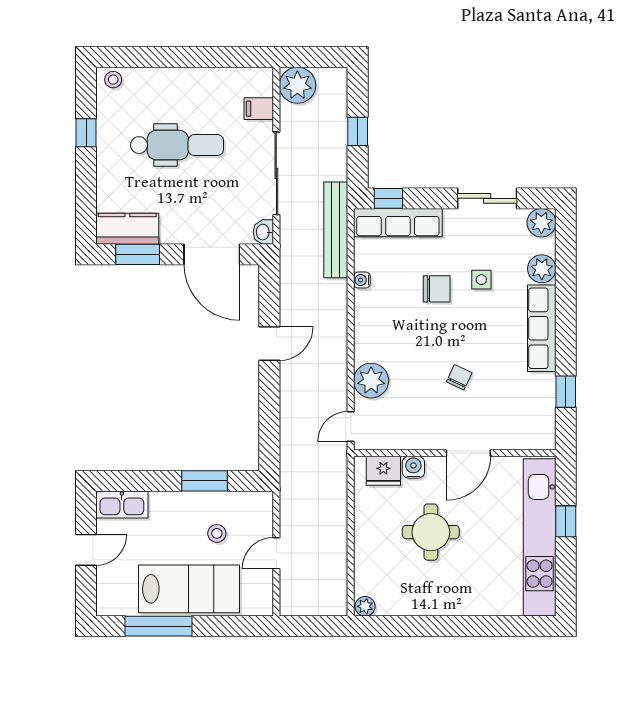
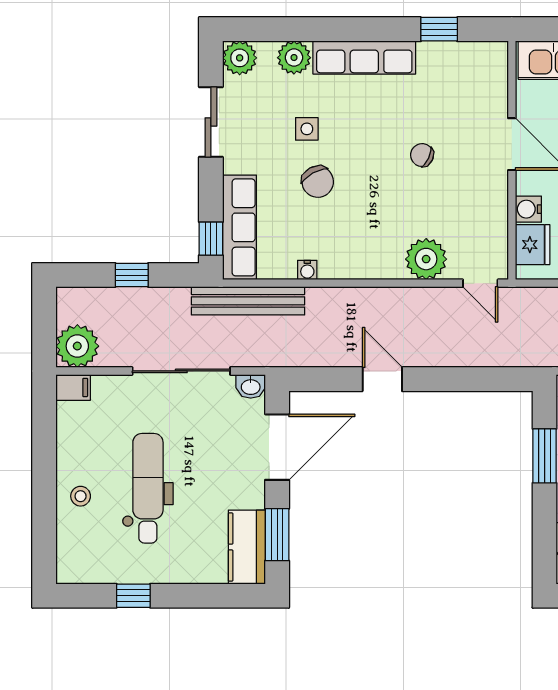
stool: (113, 80) -> (81, 496), moved
filing cabinet: (259, 109) -> (73, 387), moved, turned -90
chair: (437, 289) -> (318, 182), turned 151

